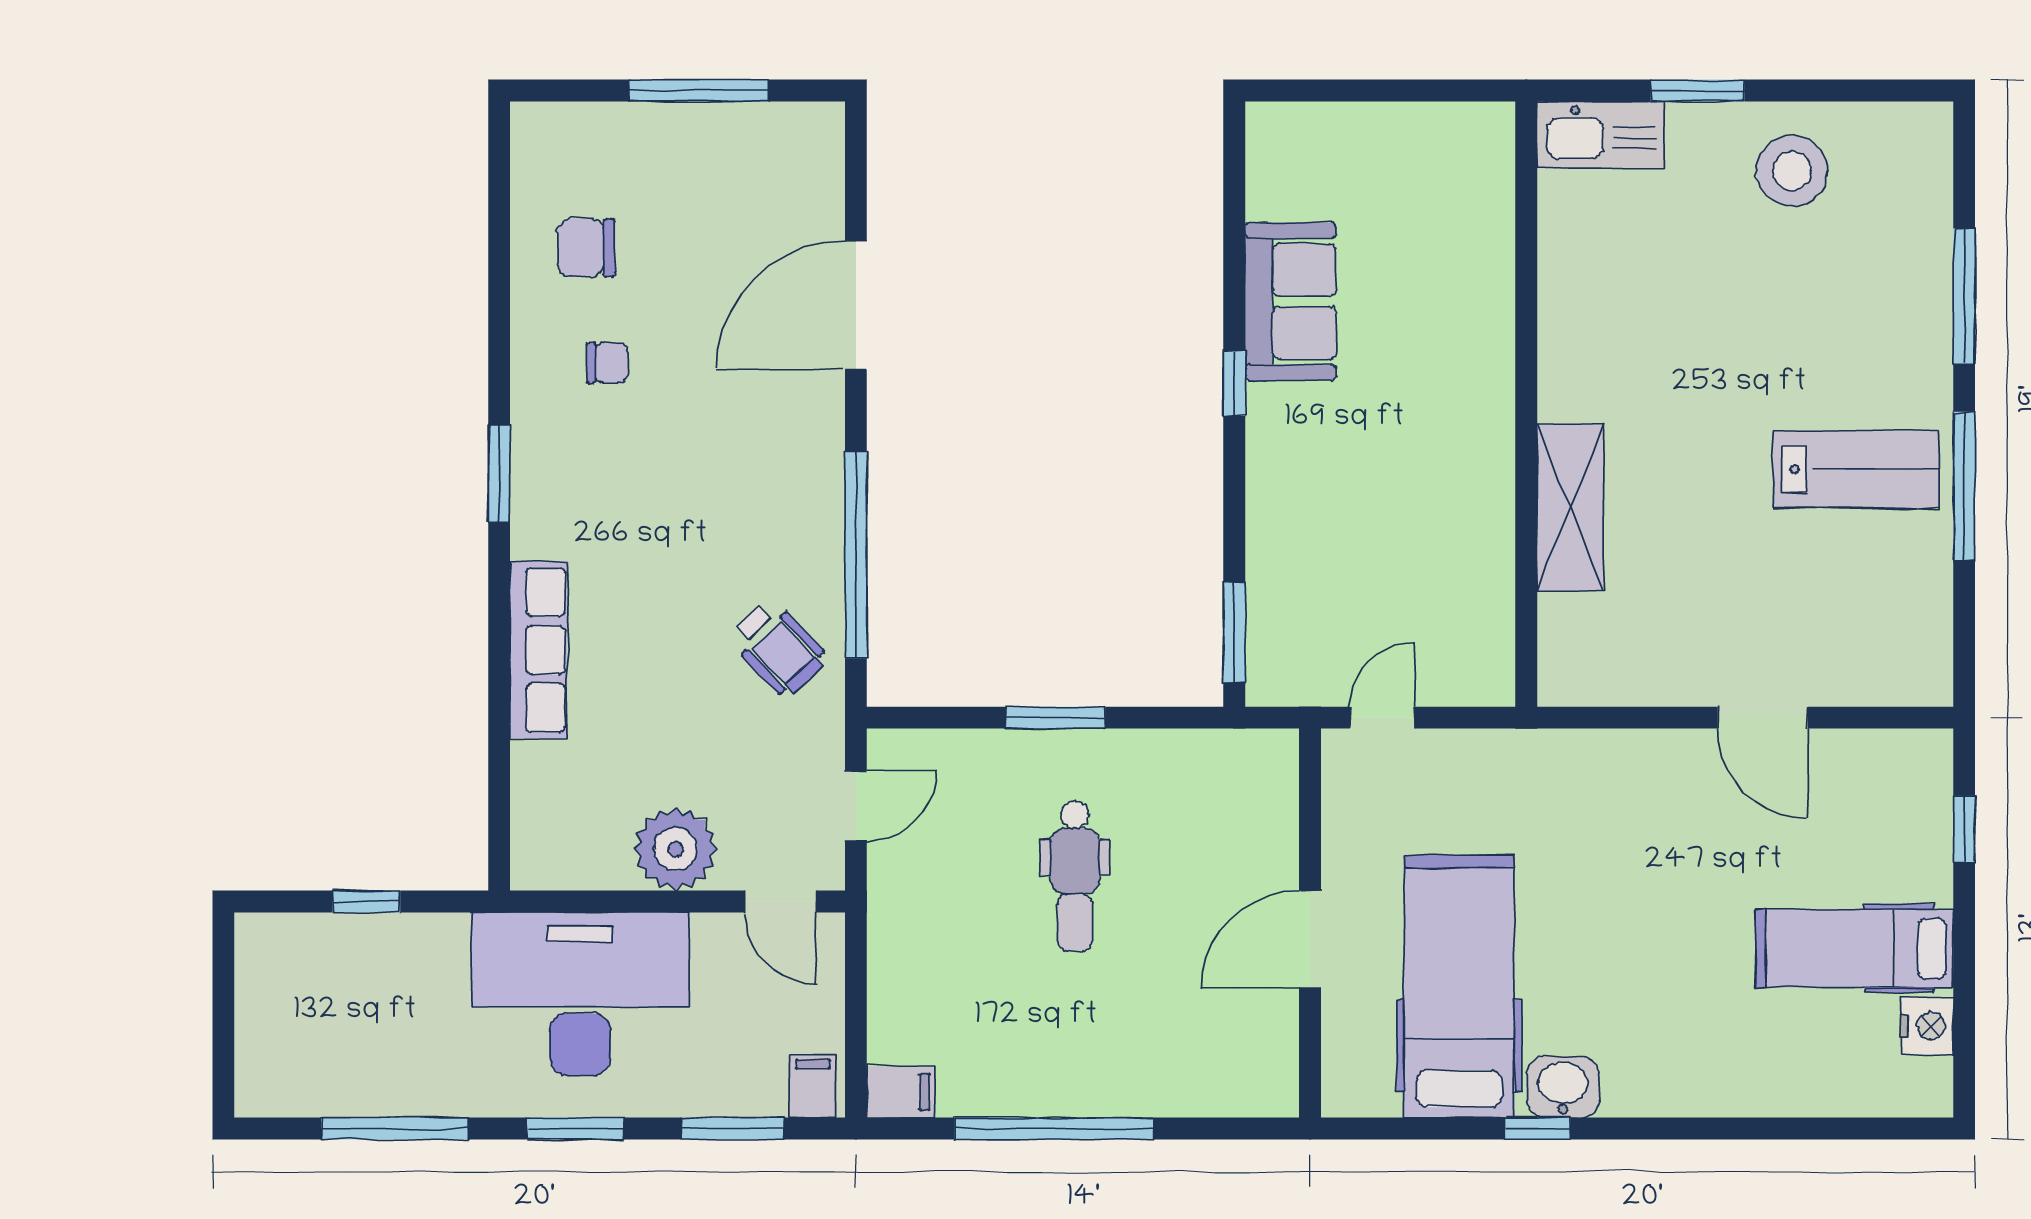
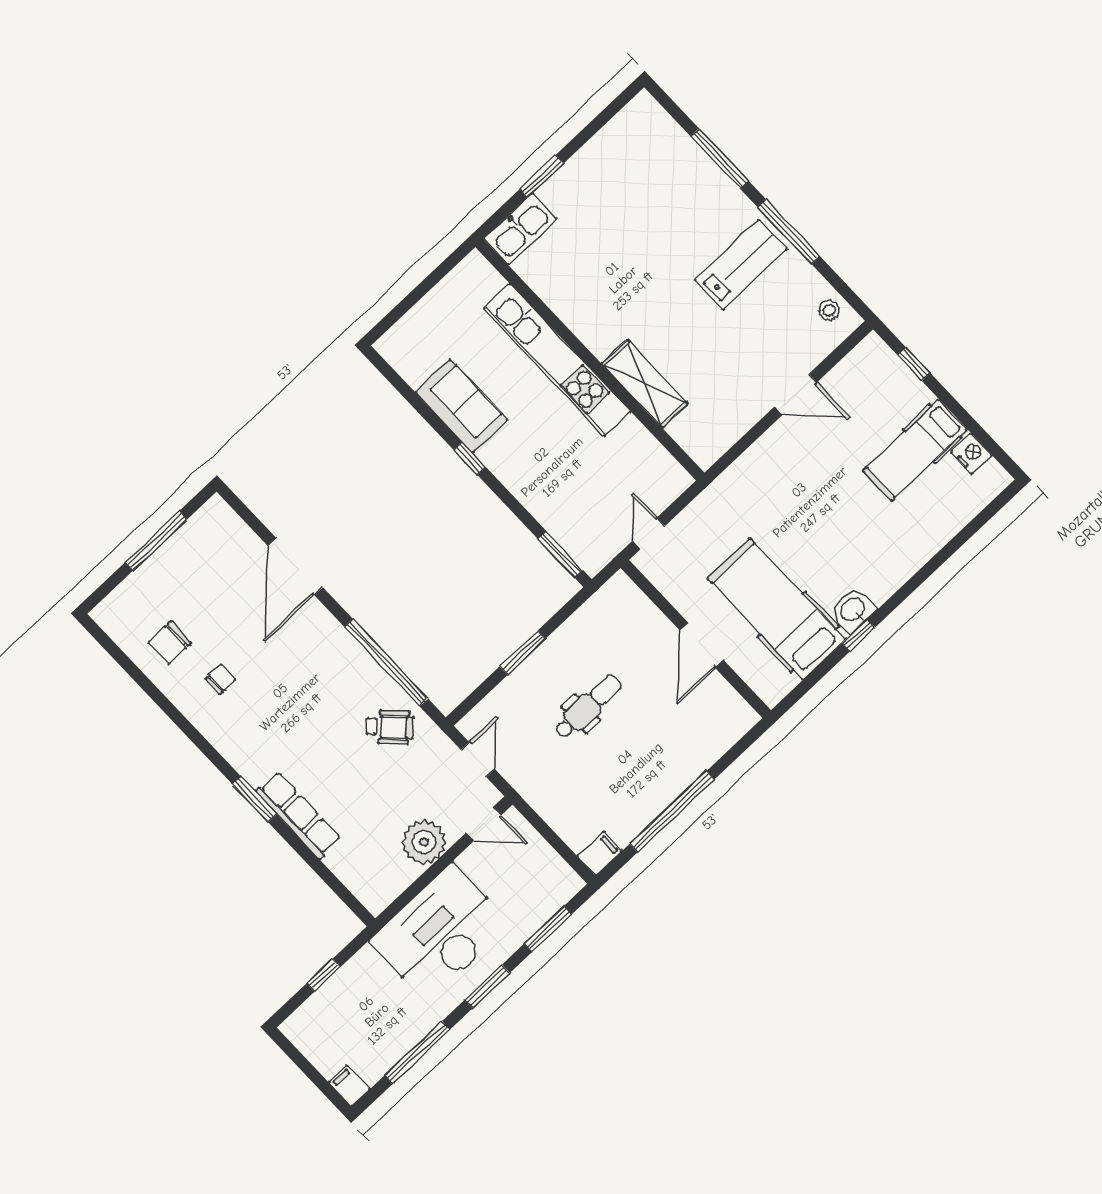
stool: (1792, 171) -> (829, 310), moved, width x0.53, depth x0.53
kitchen unit: (1481, 362) -> (557, 360), added
window: (499, 473) -> (255, 799), moved
dental chair: (1075, 876) -> (588, 707), turned -90
filing cabinet: (813, 1086) -> (349, 1086), moved

